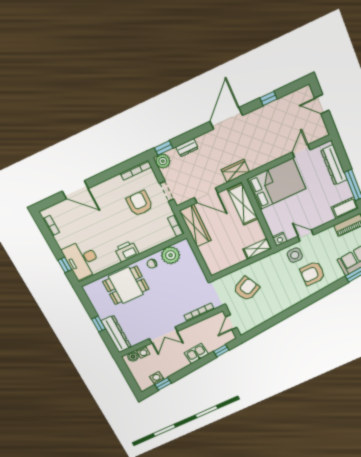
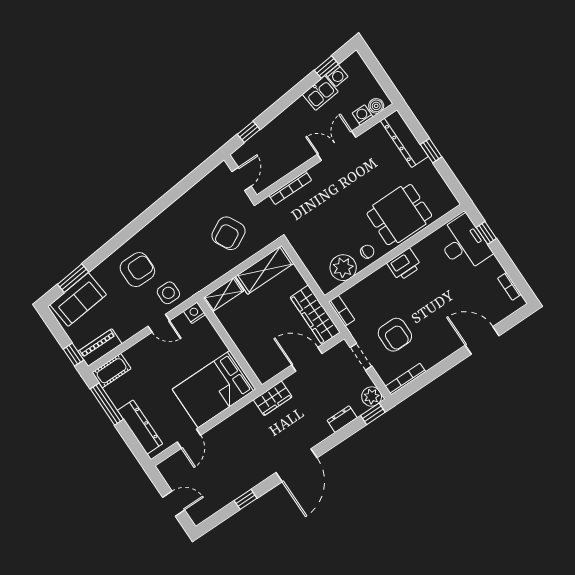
shelving: (243, 204) -> (265, 270), moved, turned 90
kitchen sink: (196, 353) -> (320, 93), moved

